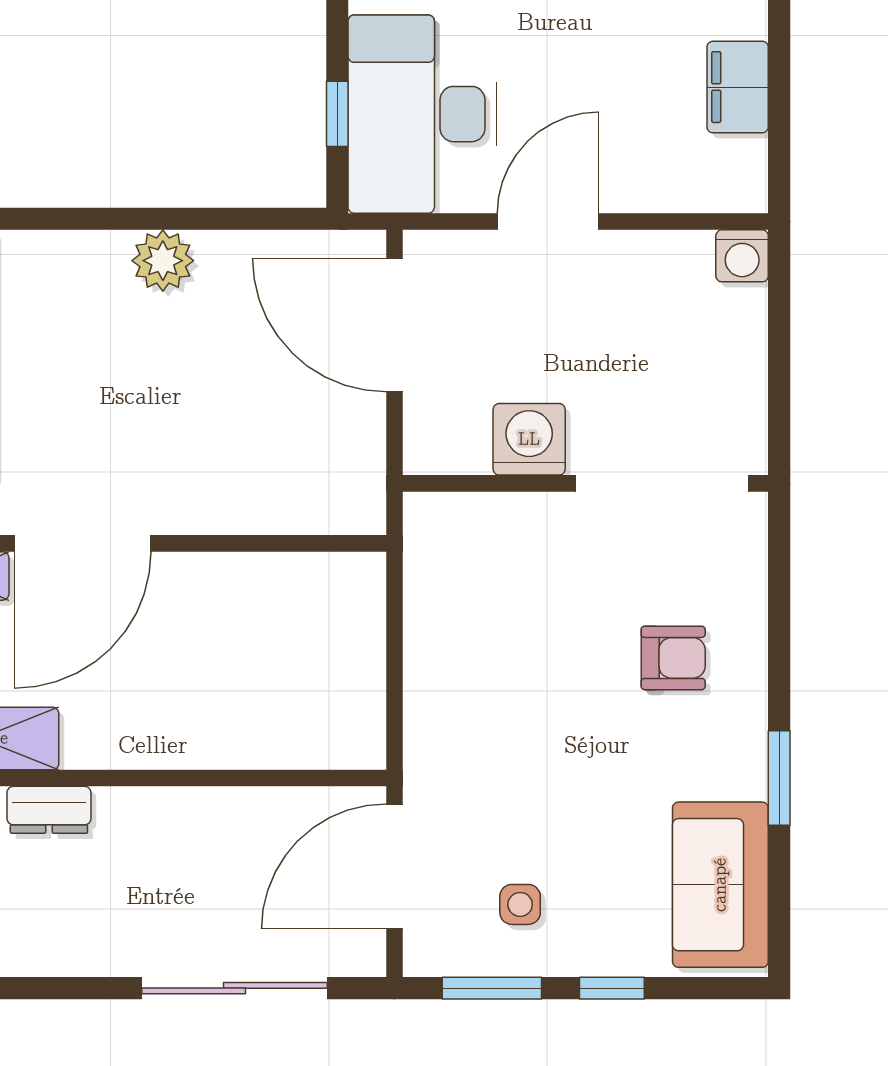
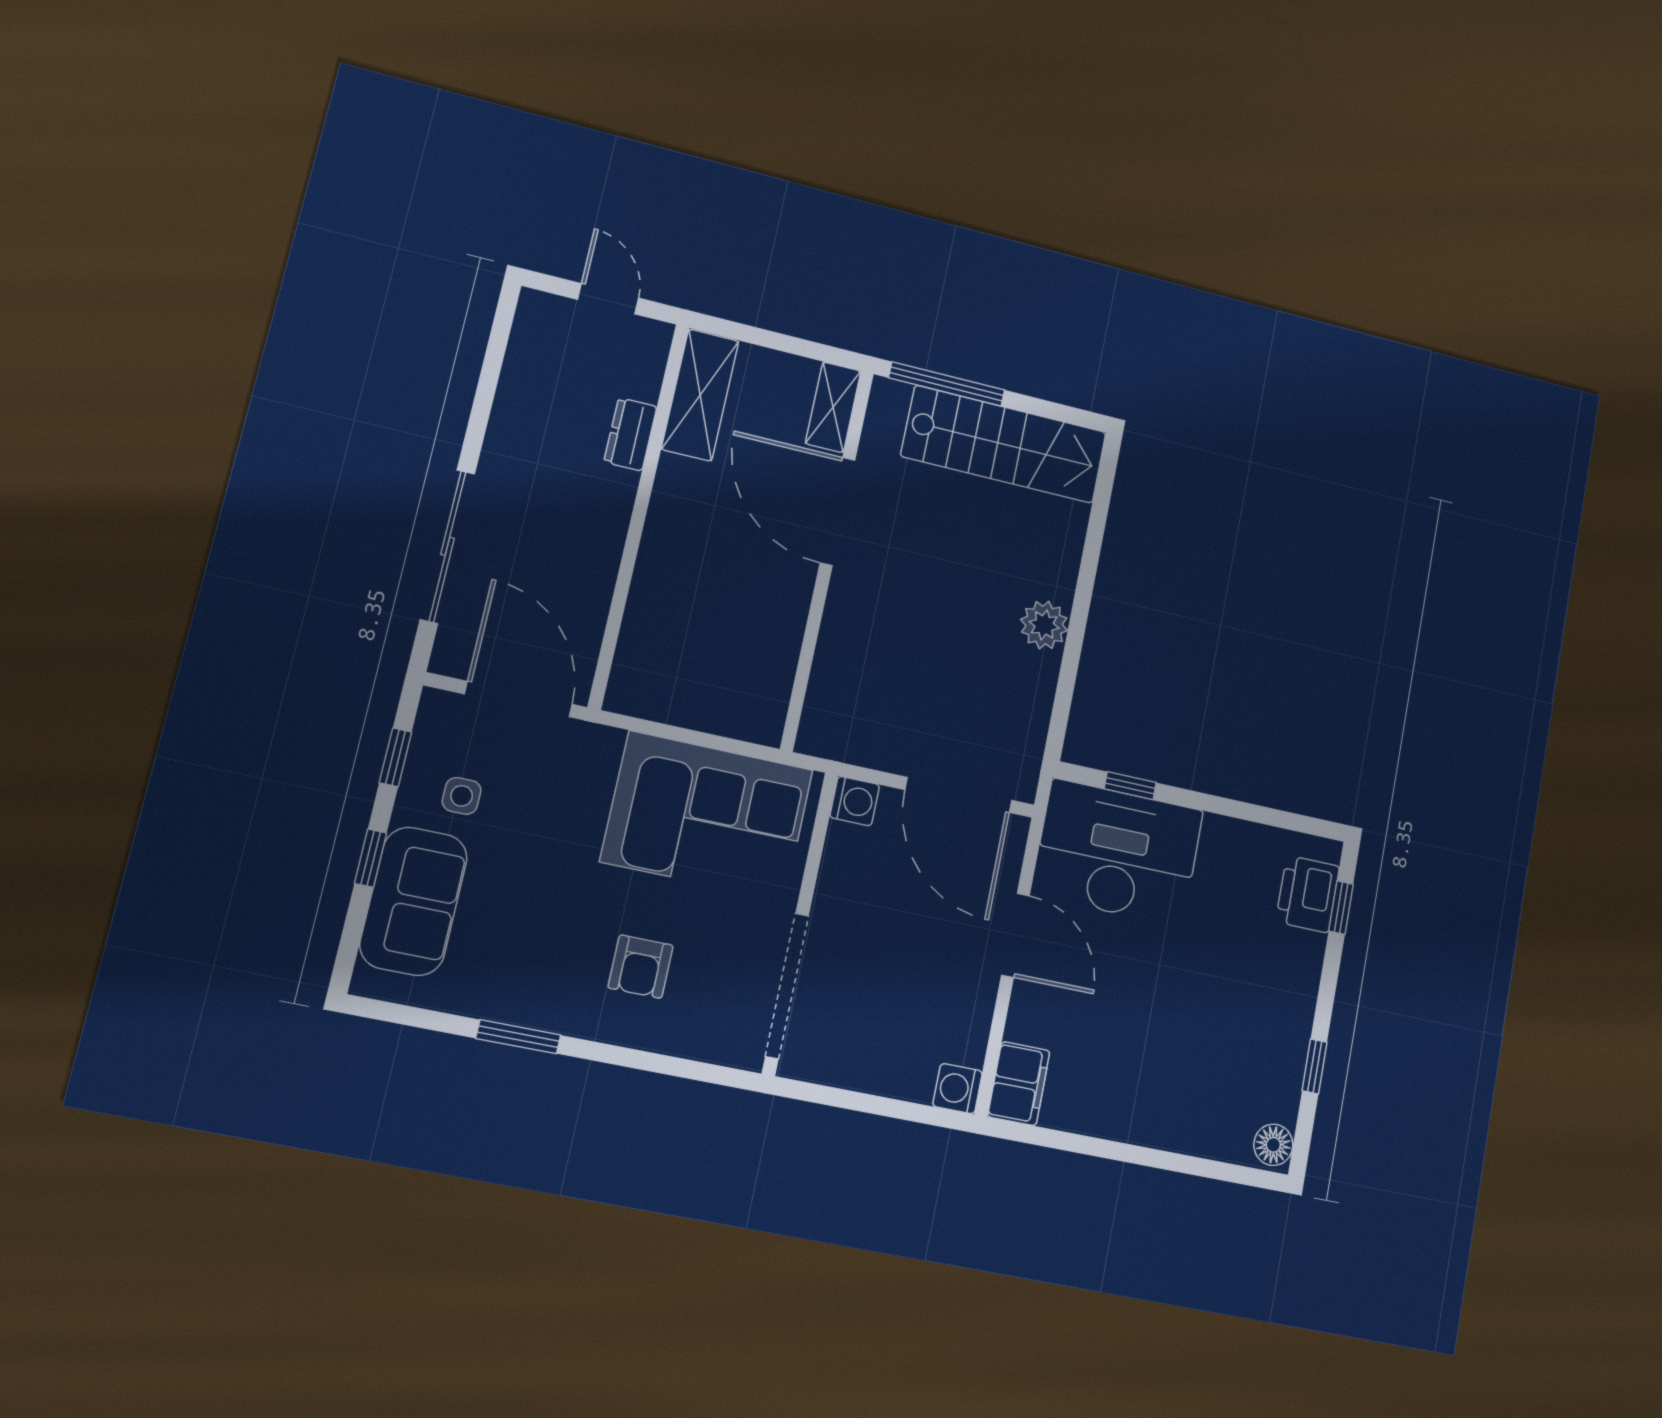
filing cabinet: (738, 87) -> (1019, 1084), moved, turned 90
door: (394, 325) -> (958, 795), swing flipped
washing machine: (529, 439) -> (855, 801), moved, width x0.73, depth x0.73
corner sofa: (483, 620) -> (707, 815), added
sofa: (720, 885) -> (414, 901), moved, turned 90
window: (492, 988) -> (395, 757), width x0.67

